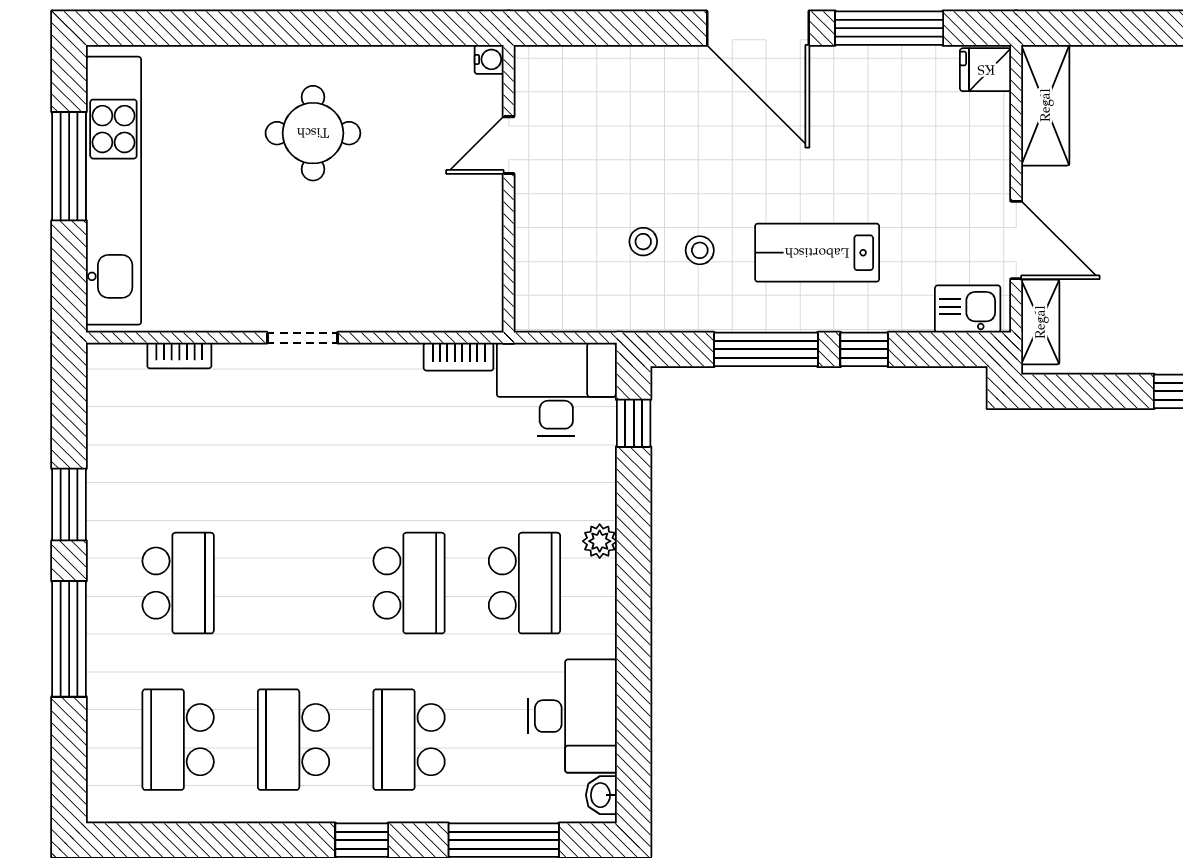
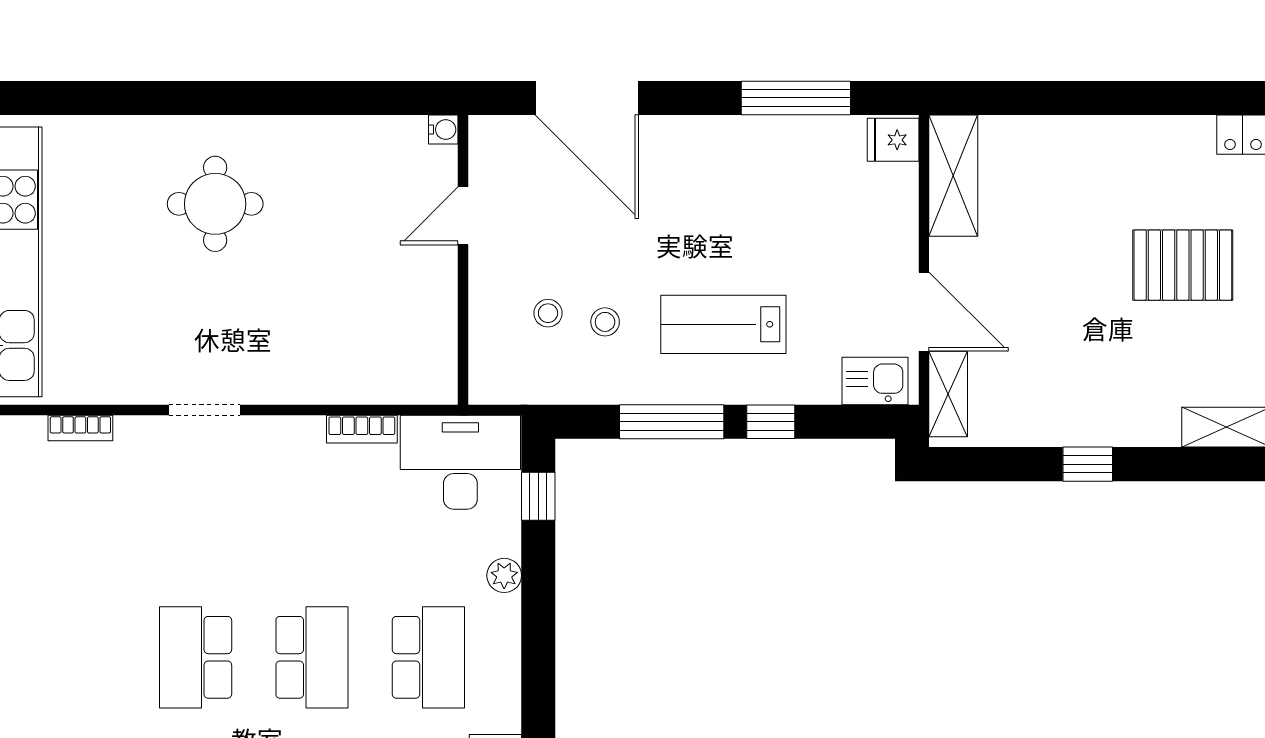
door: (758, 28) -> (587, 98), moved
water cooler: (489, 59) -> (443, 130), moved
door: (509, 145) -> (463, 216), moved
wall: (509, 189) -> (463, 260), moved
plant: (600, 541) -> (504, 575), moved
school desk: (178, 583) -> (196, 657), moved, turned 180

